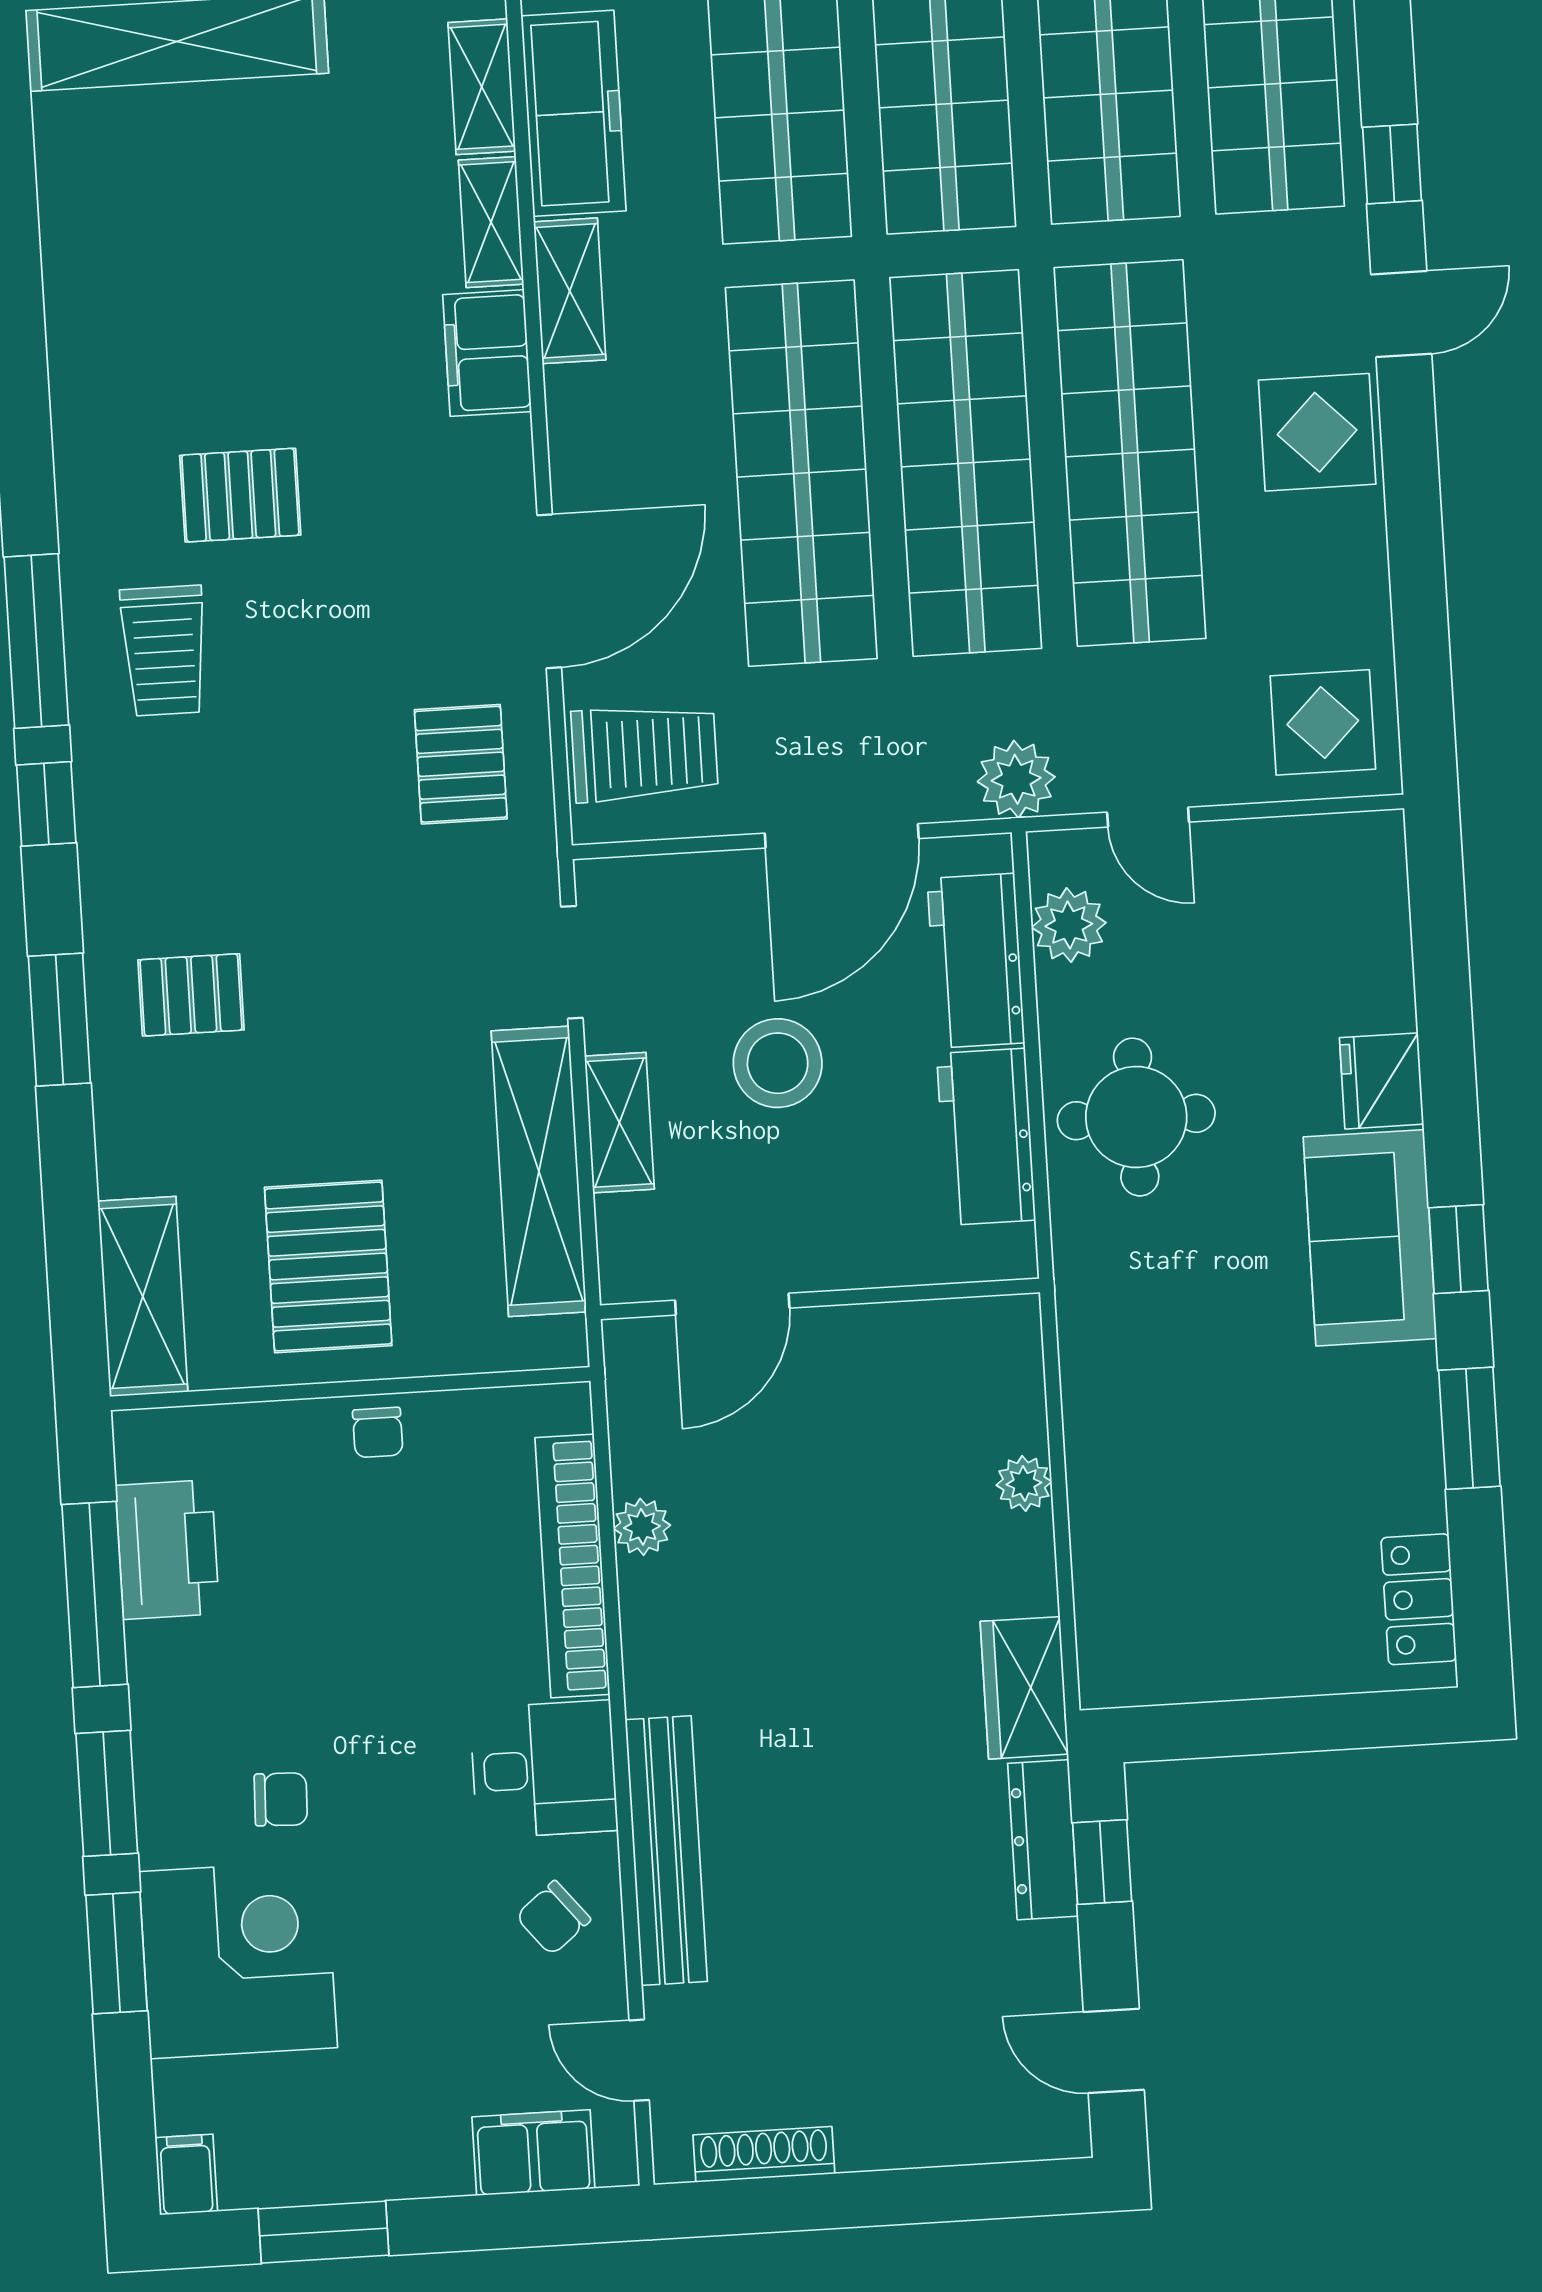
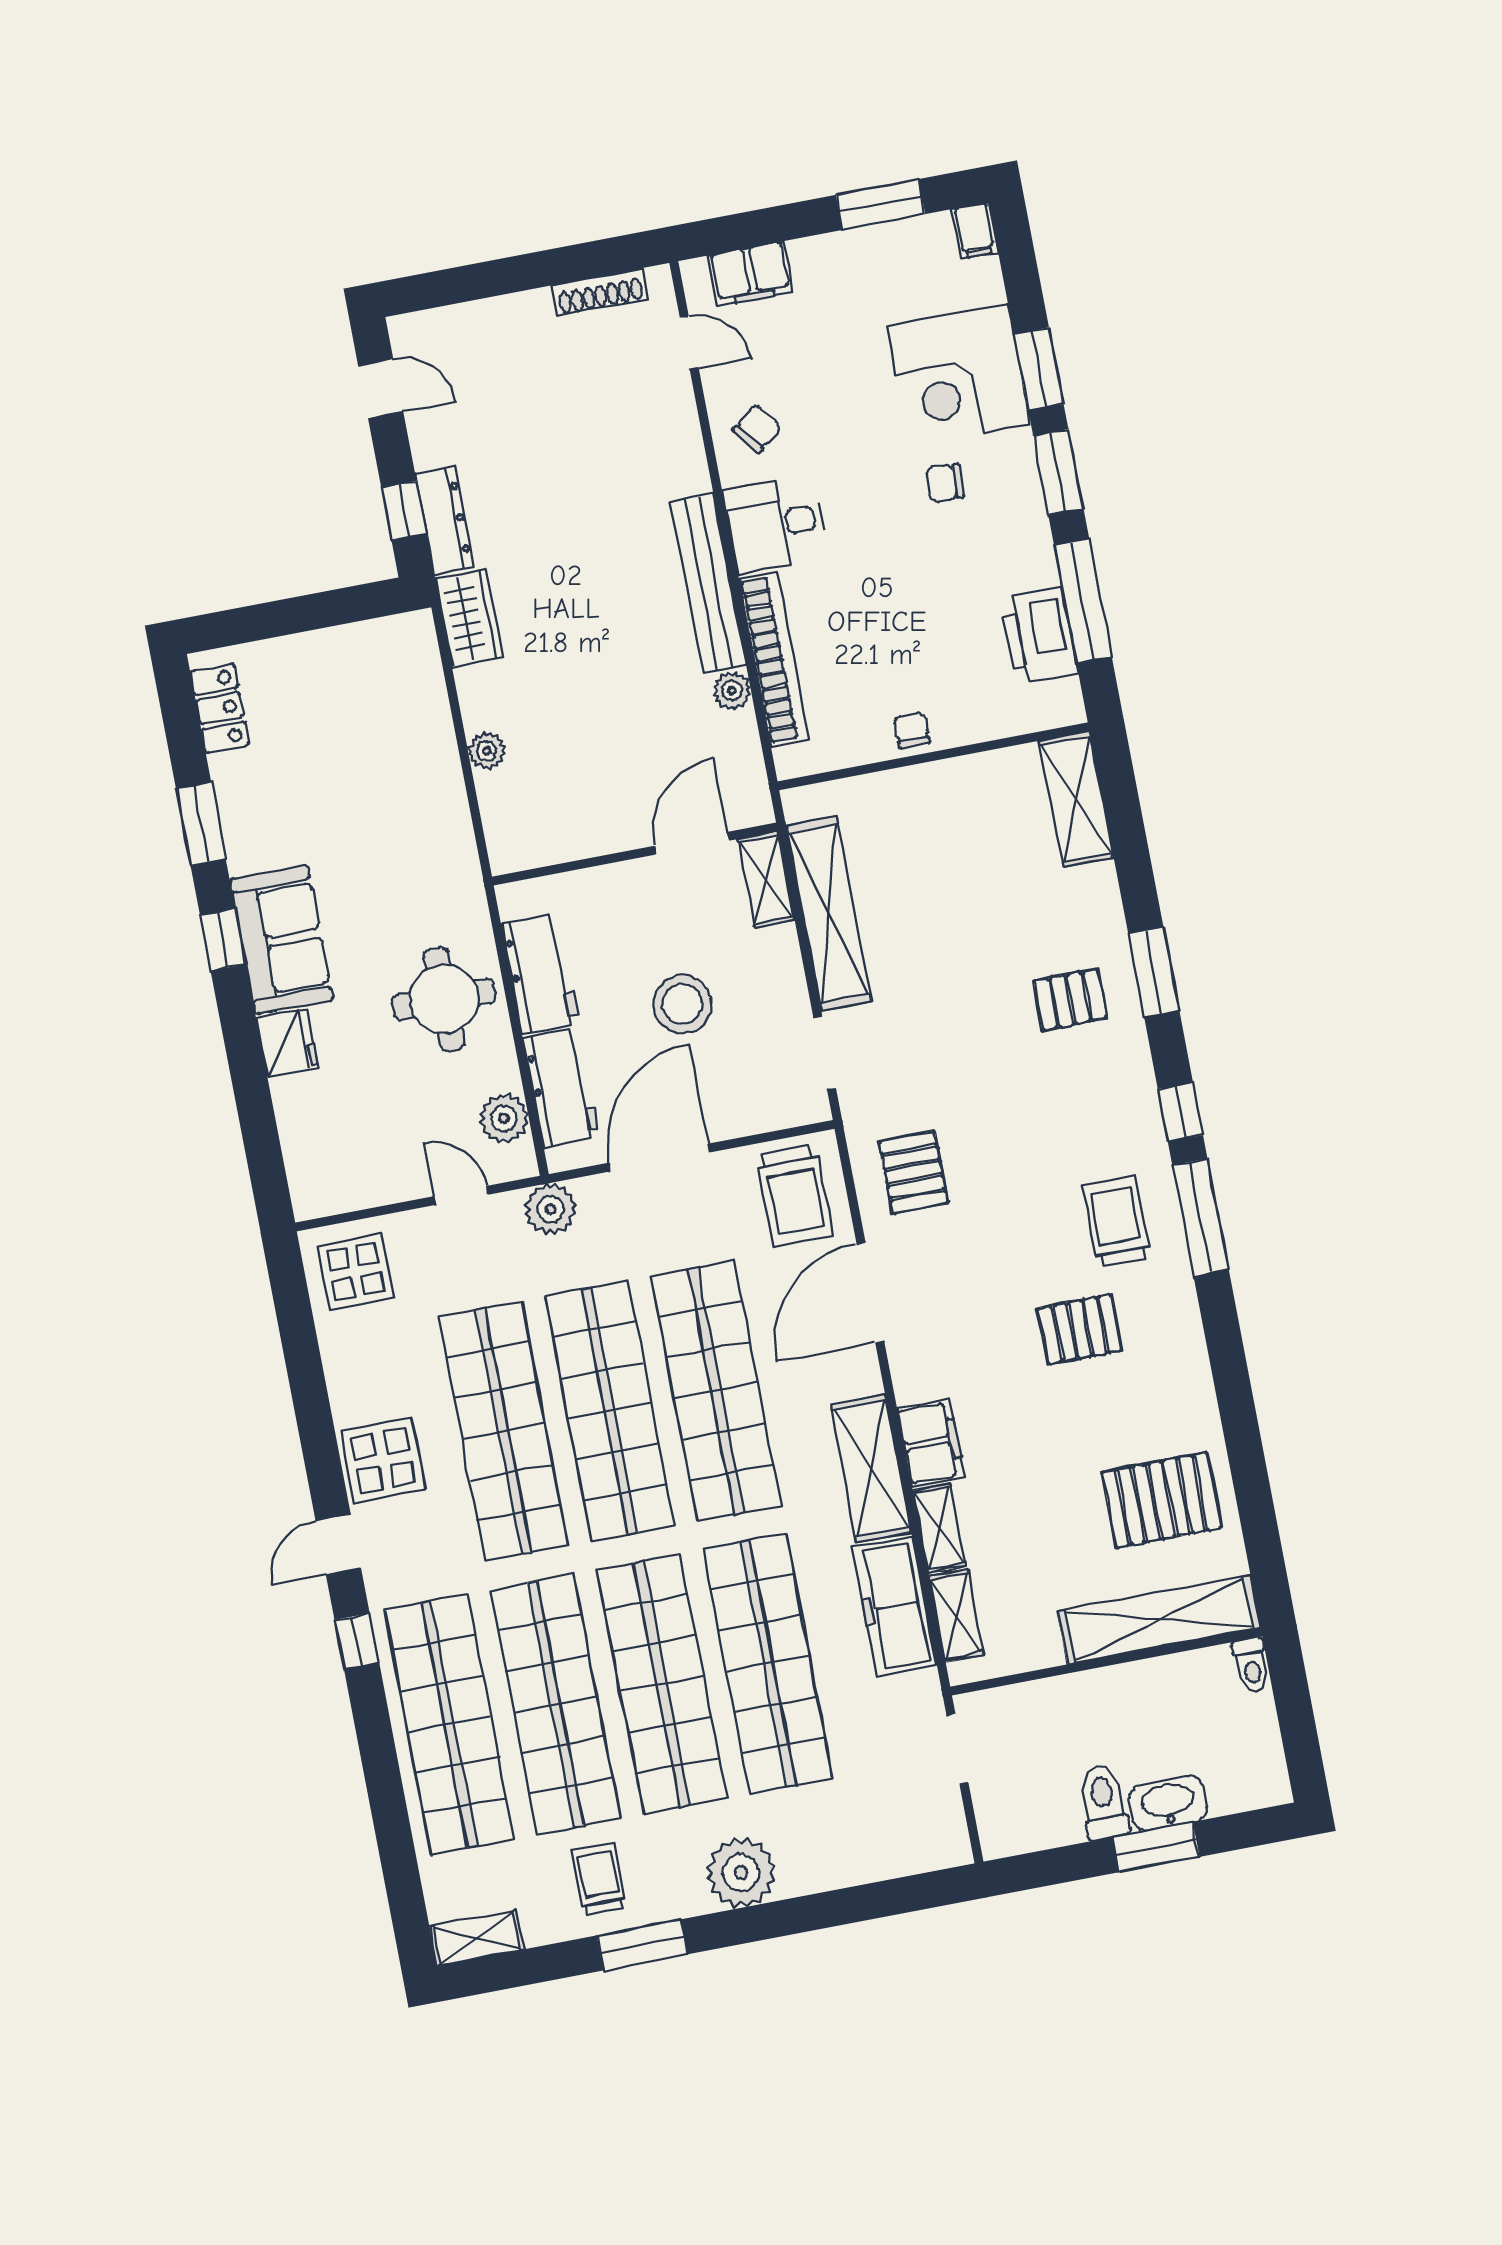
shelving: (570, 291) -> (871, 1468), width x1.50, depth x1.33
trolley: (645, 753) -> (795, 1195), turned -90
shelving: (619, 1123) -> (766, 879), moved
pallet: (328, 1266) -> (1162, 1500), moved, turned 90
bench: (666, 1851) -> (708, 583), moved

